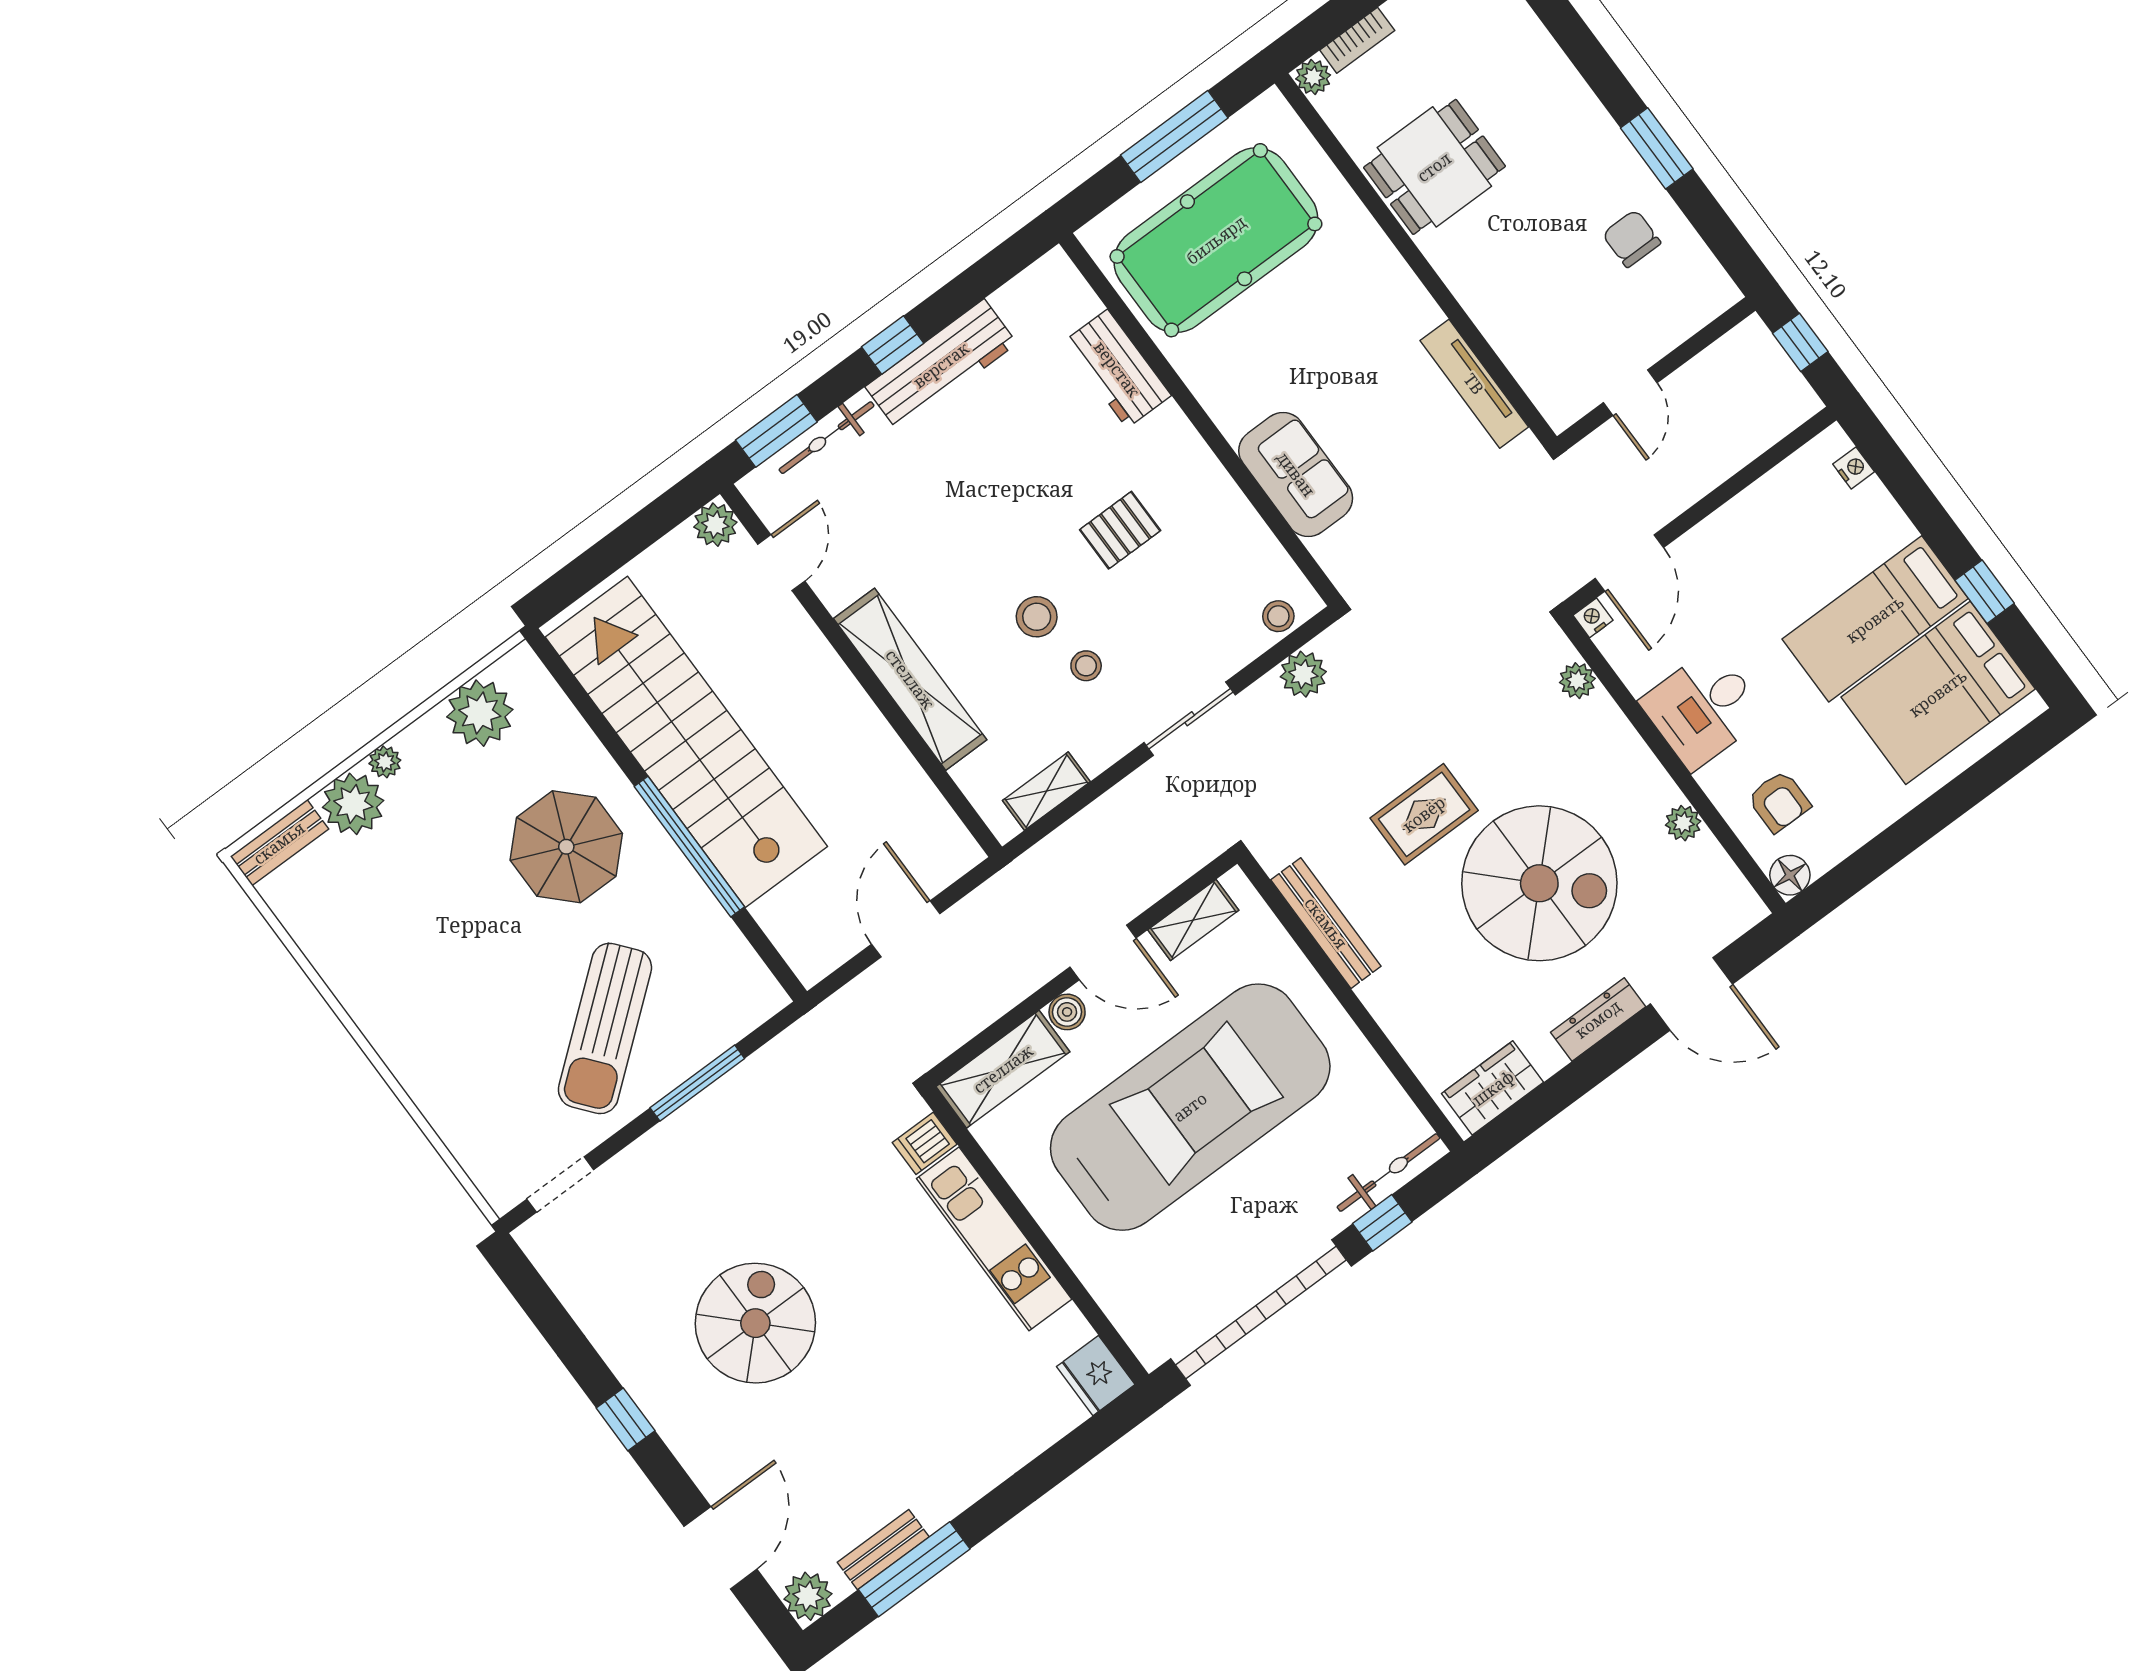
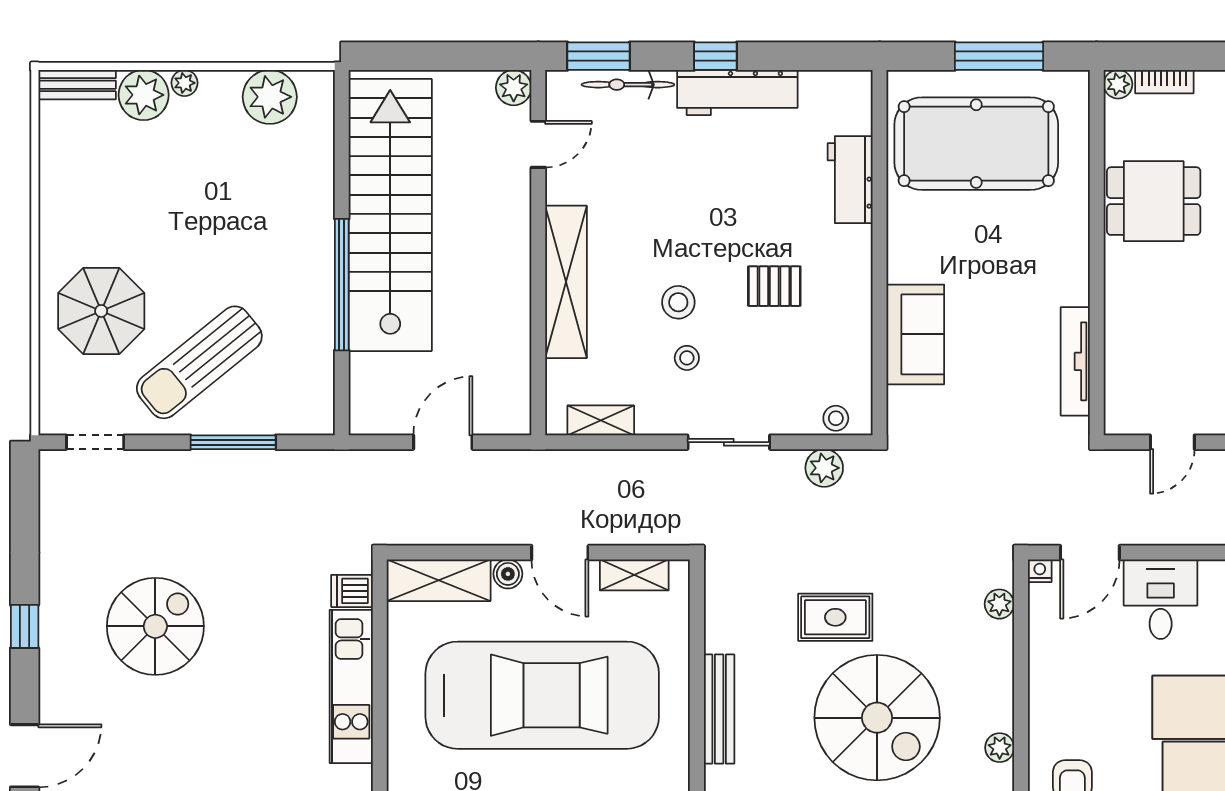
desk: (1703, 709) -> (1161, 599), moved, turned 90
parasol: (566, 847) -> (101, 311), moved
bench: (1326, 923) -> (719, 709), moved

